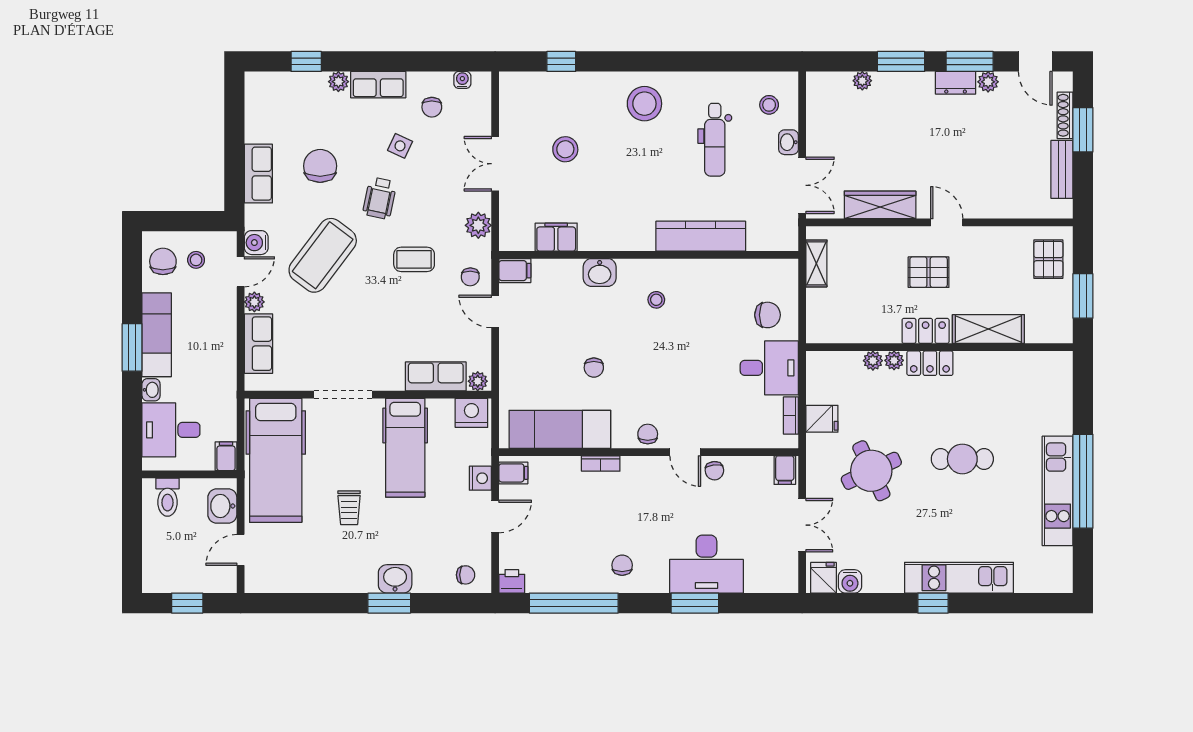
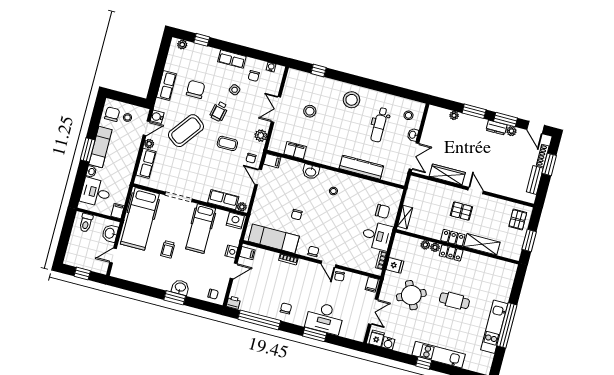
plant: (338, 82) -> (182, 45), moved
shelving: (816, 263) -> (405, 217), moved

